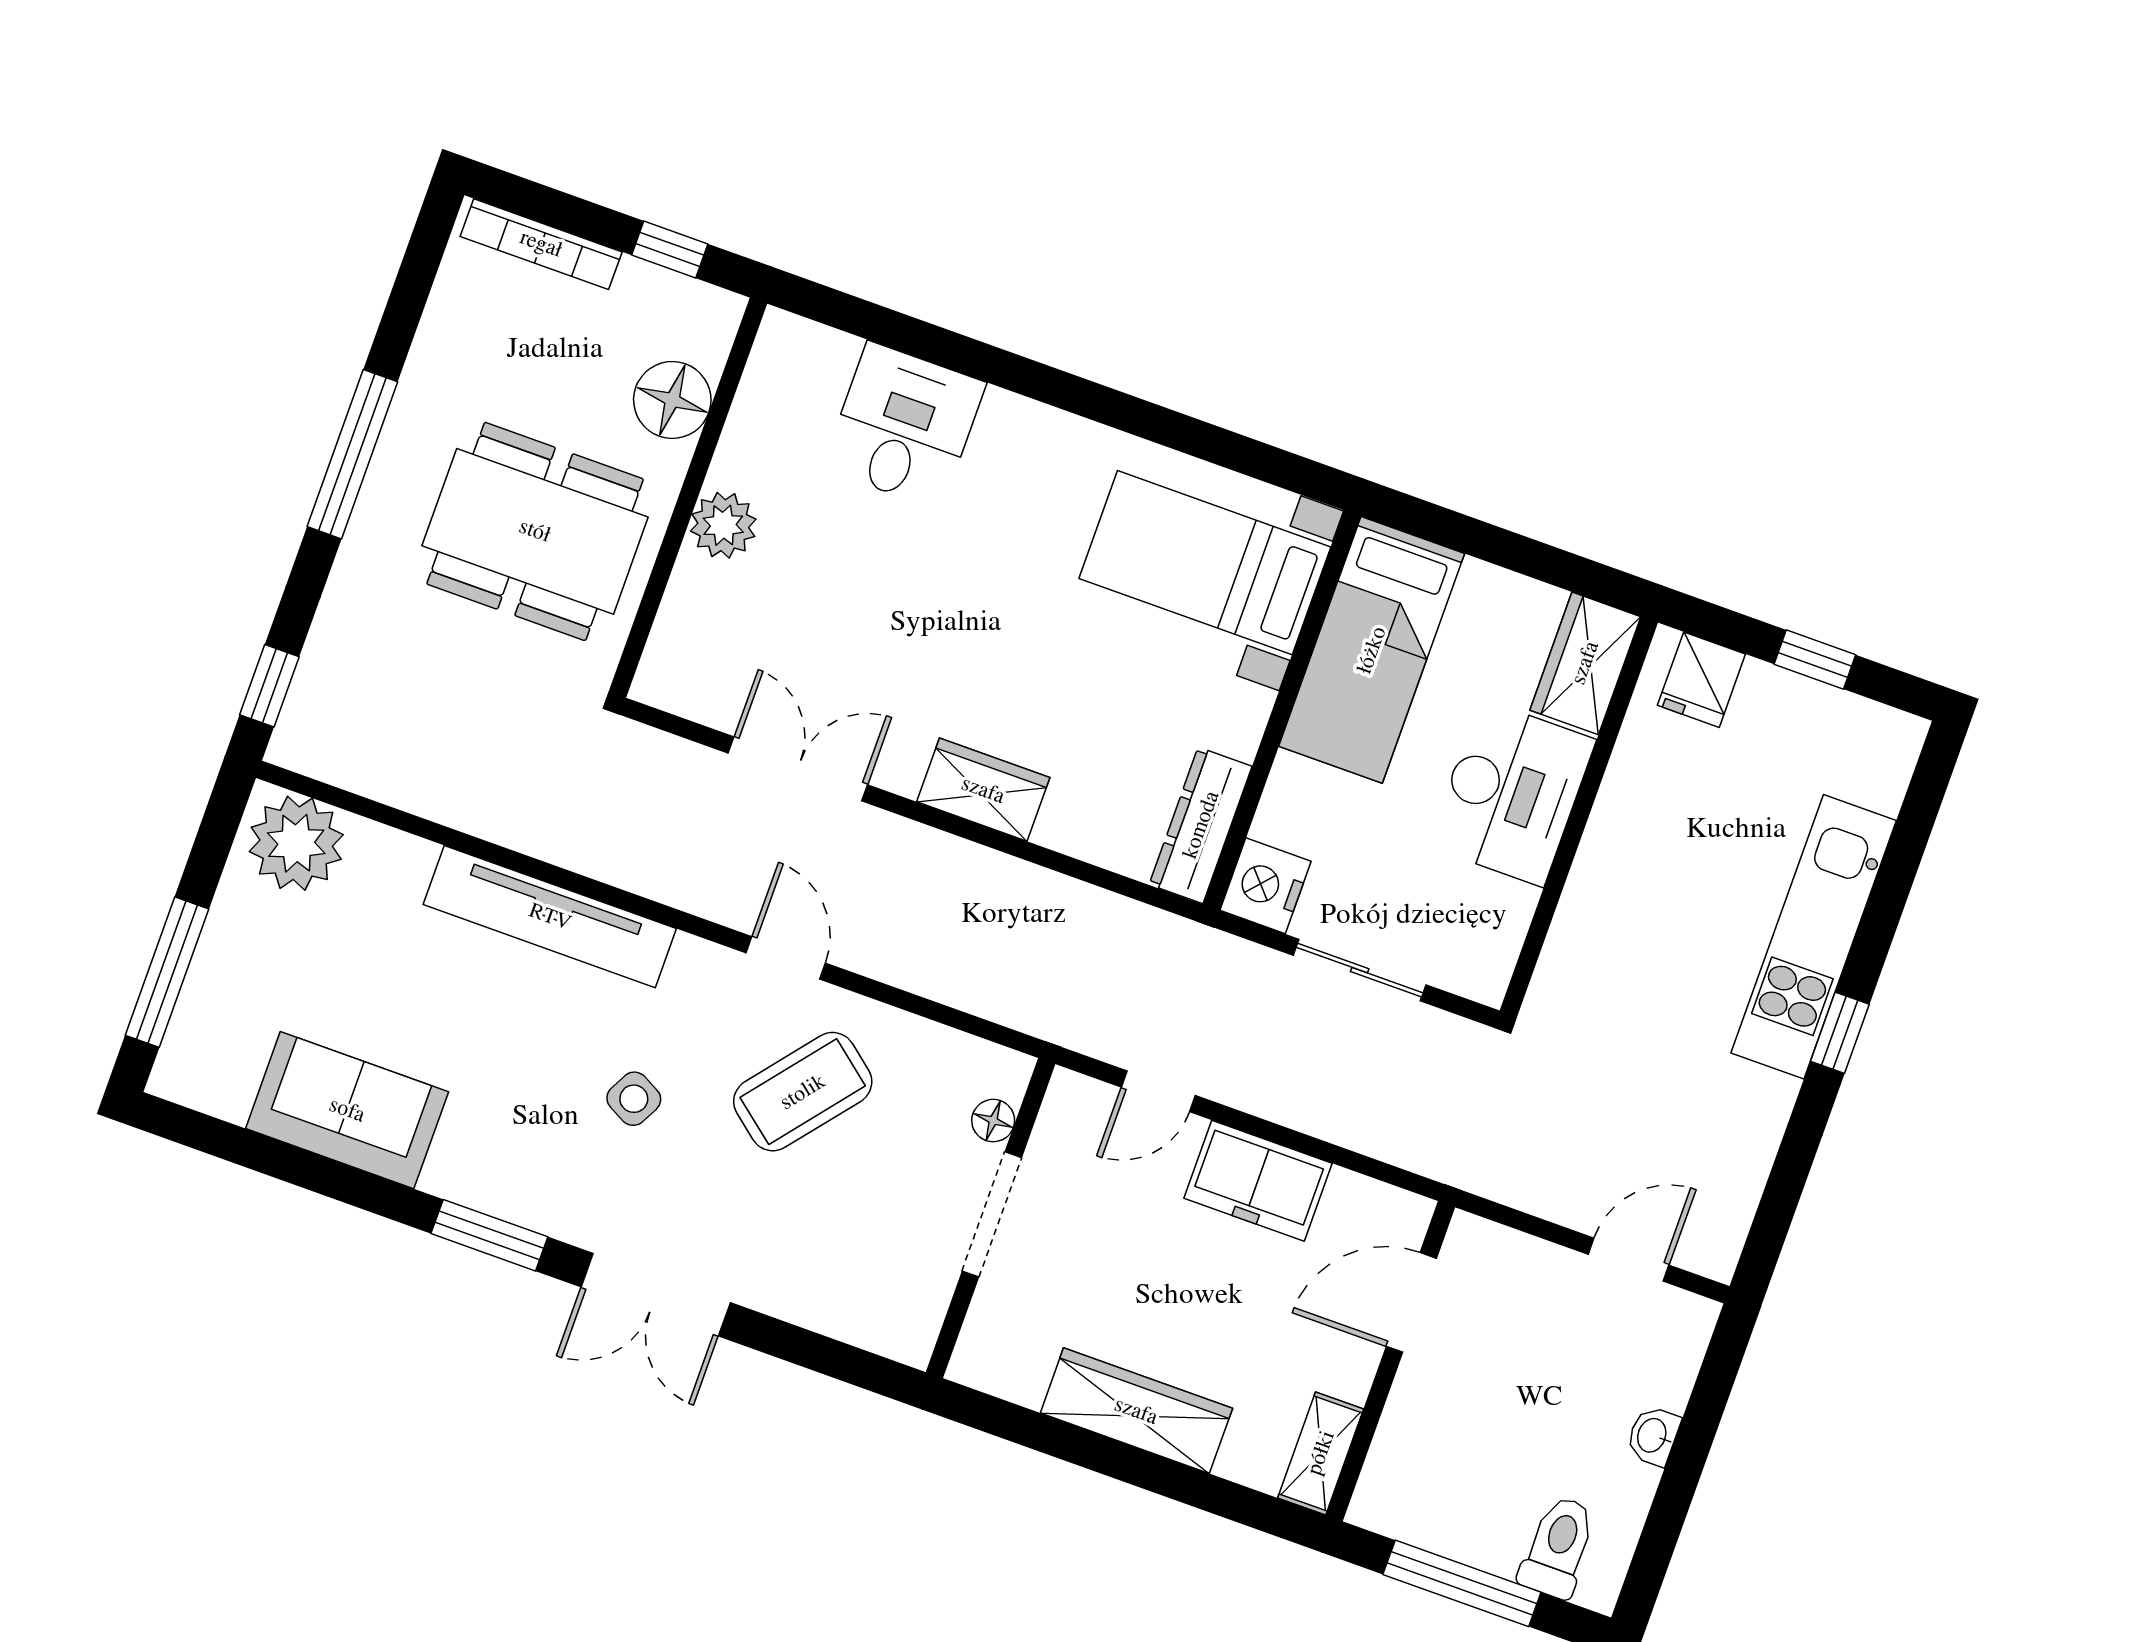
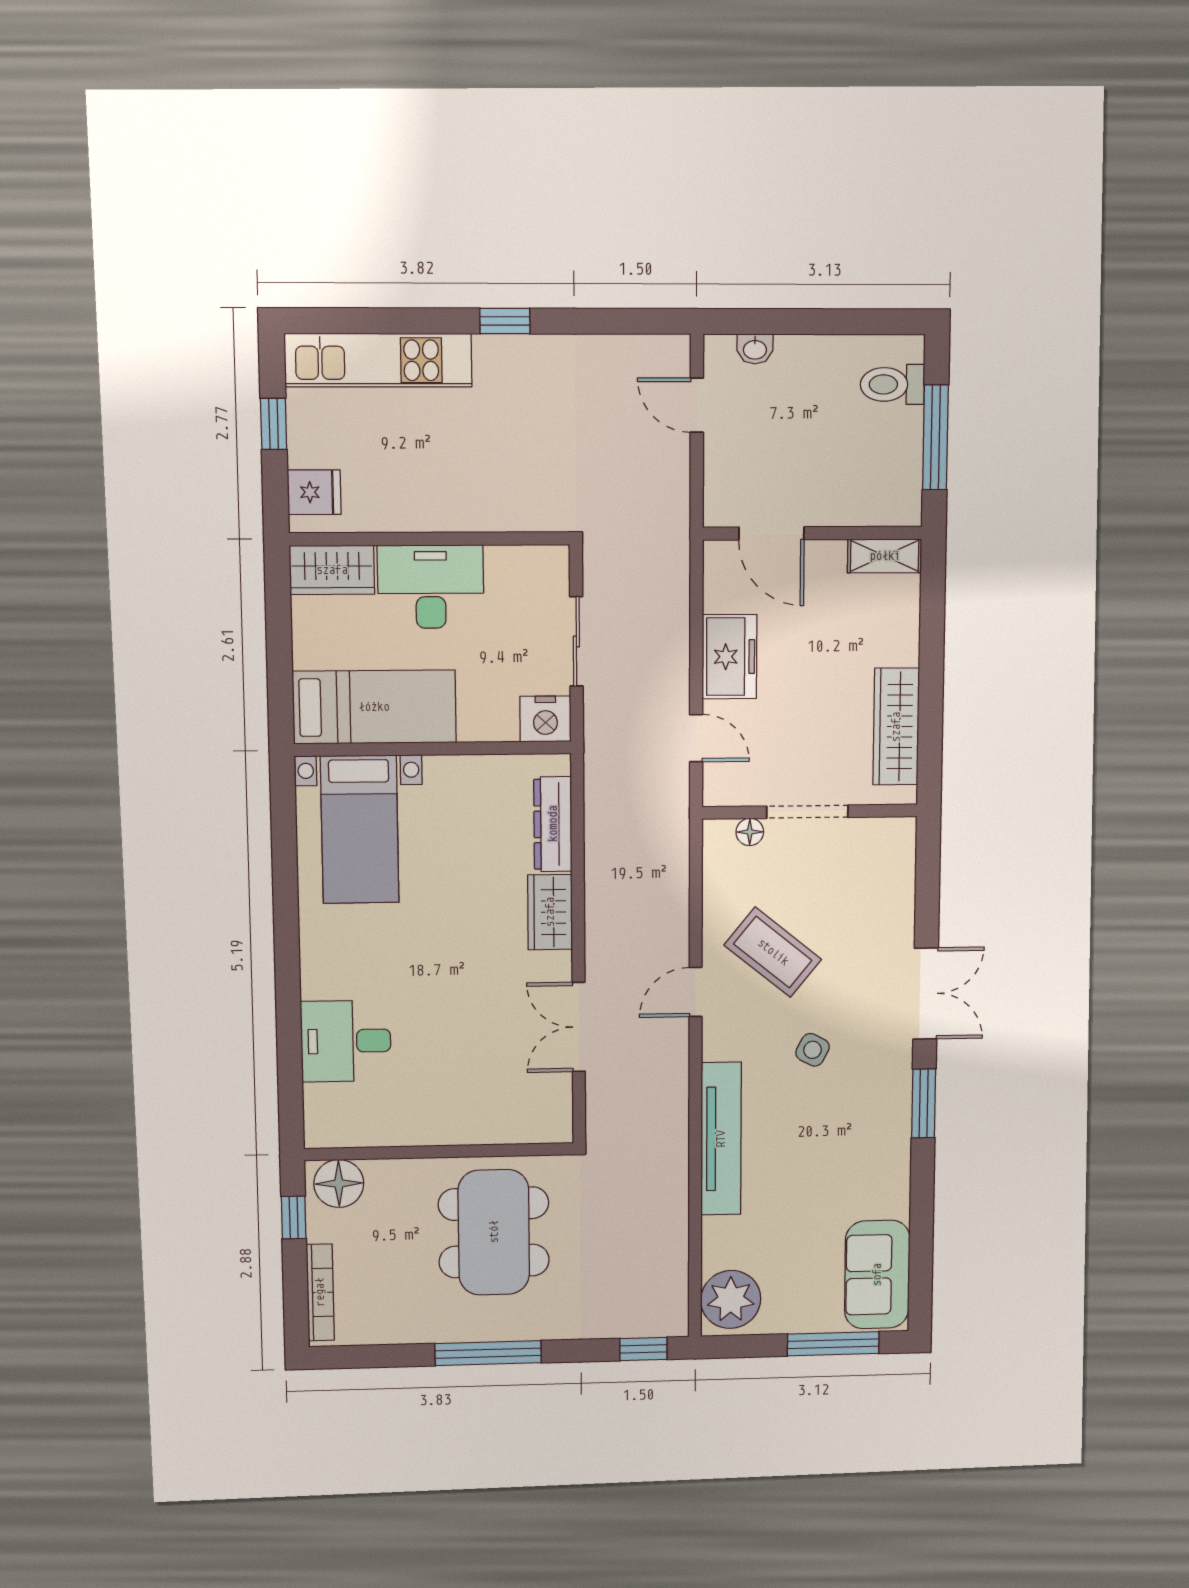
floor lamp: (672, 400) -> (339, 1183), moved
plant: (723, 525) -> (448, 1125), removed
dresser: (1201, 825) -> (553, 824), moved, turned 90
kitchen unit: (1814, 937) -> (378, 360), moved
sofa: (347, 1110) -> (877, 1275), moved
wardrobe: (1136, 1411) -> (896, 727), moved
washbasin: (1653, 1436) -> (755, 349), moved

